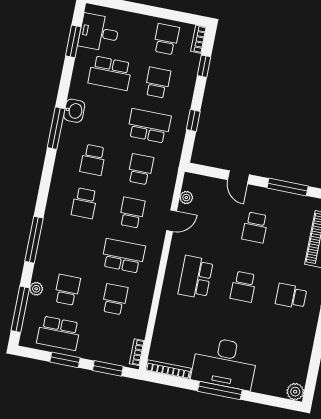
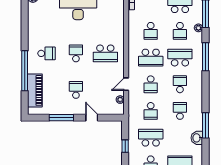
school desk: (149, 126) -> (151, 138), turned 180
school desk: (76, 247) -> (180, 58), added
school desk: (196, 277) -> (105, 53), turned 90

